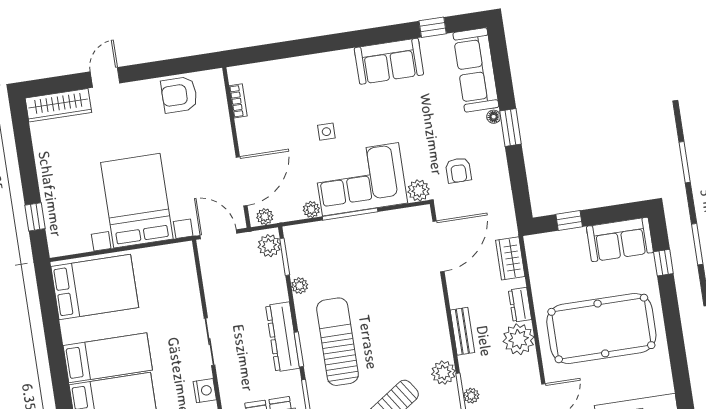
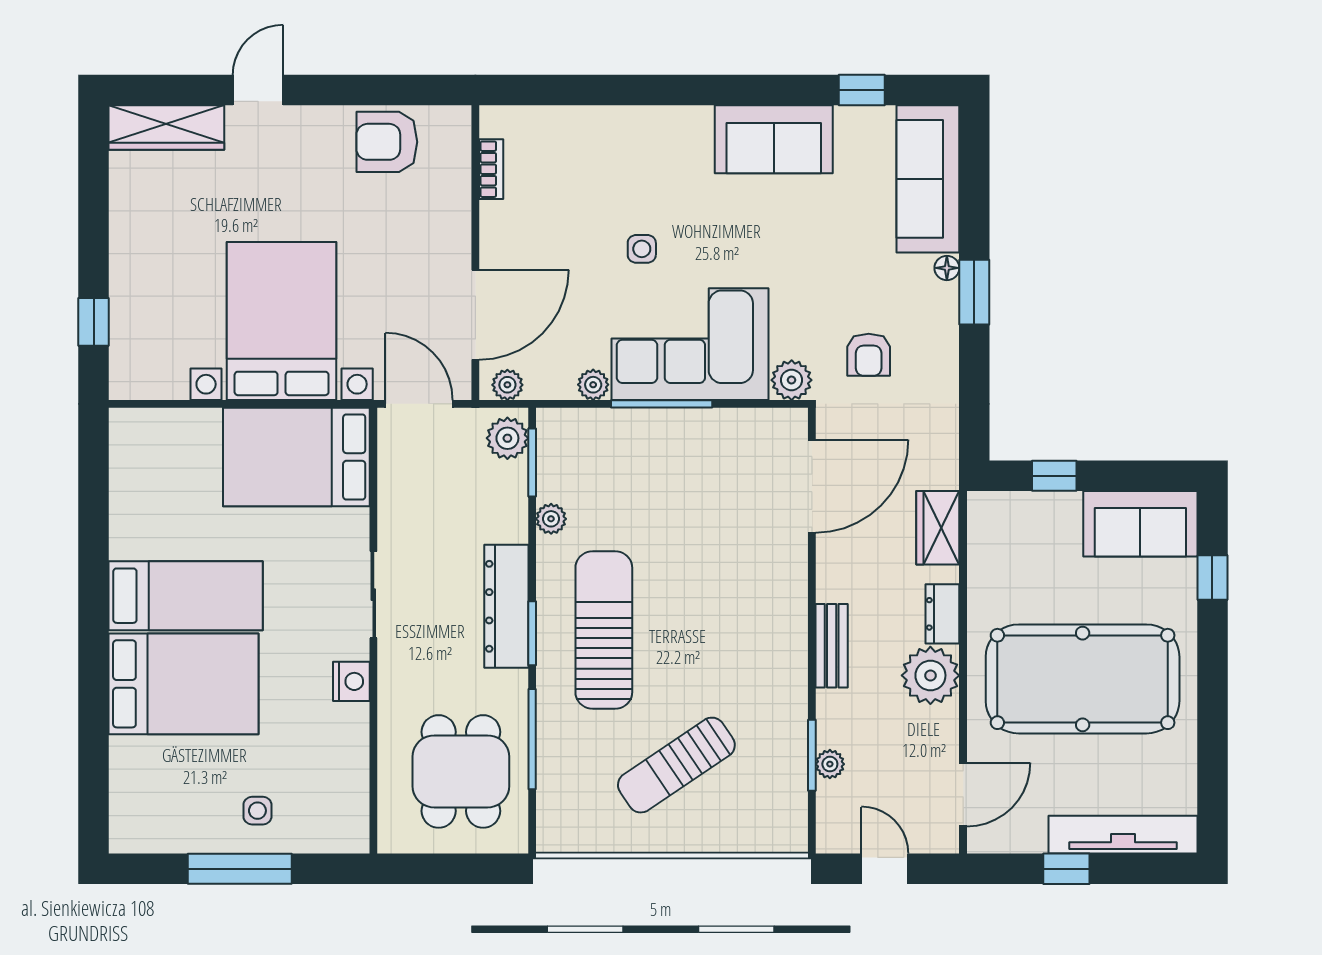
bed: (95, 287) -> (296, 457), moved, turned 180
plant: (443, 373) -> (786, 715), removed

